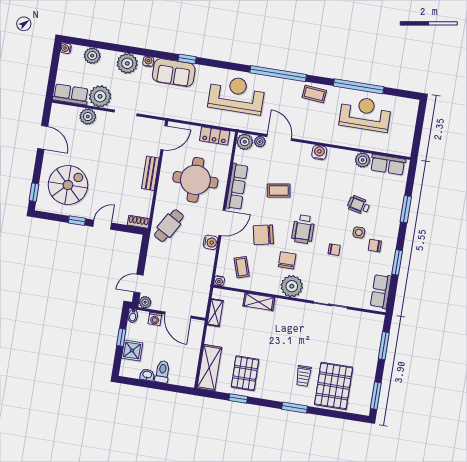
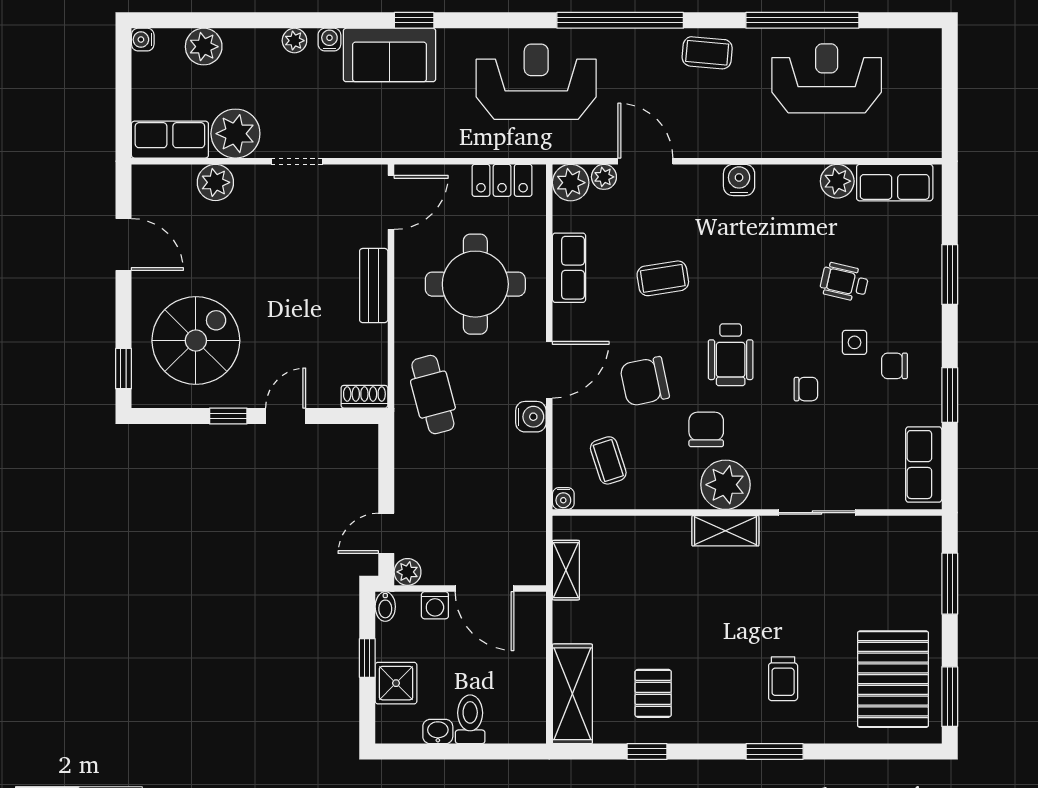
plant: (127, 63) -> (294, 41), width x0.53, depth x0.53
row of seats: (237, 187) -> (569, 268), width x0.68
cafe table: (169, 226) -> (433, 395), turned -45
shelving: (259, 302) -> (725, 531), moved
pallet: (245, 373) -> (653, 693), width x0.67, depth x0.71
pallet: (334, 386) -> (893, 679), moved

